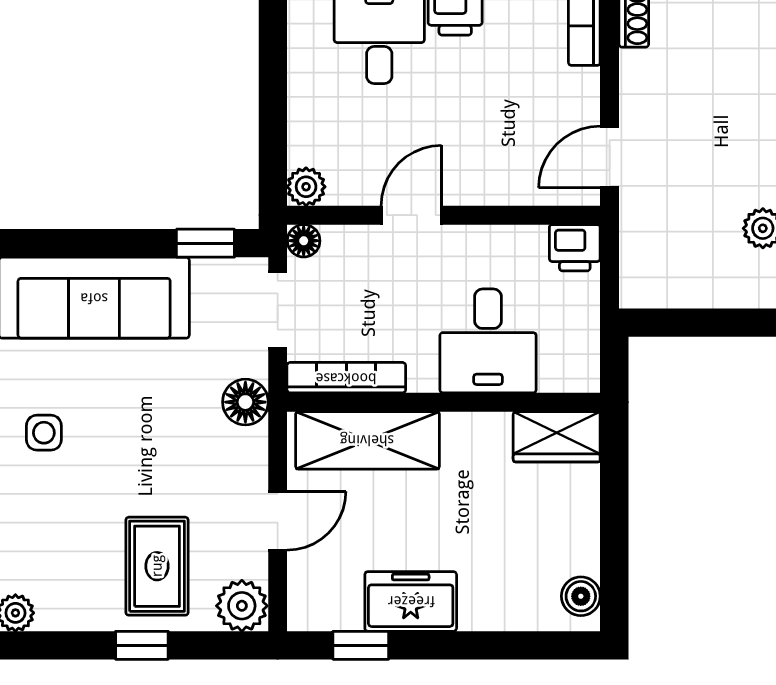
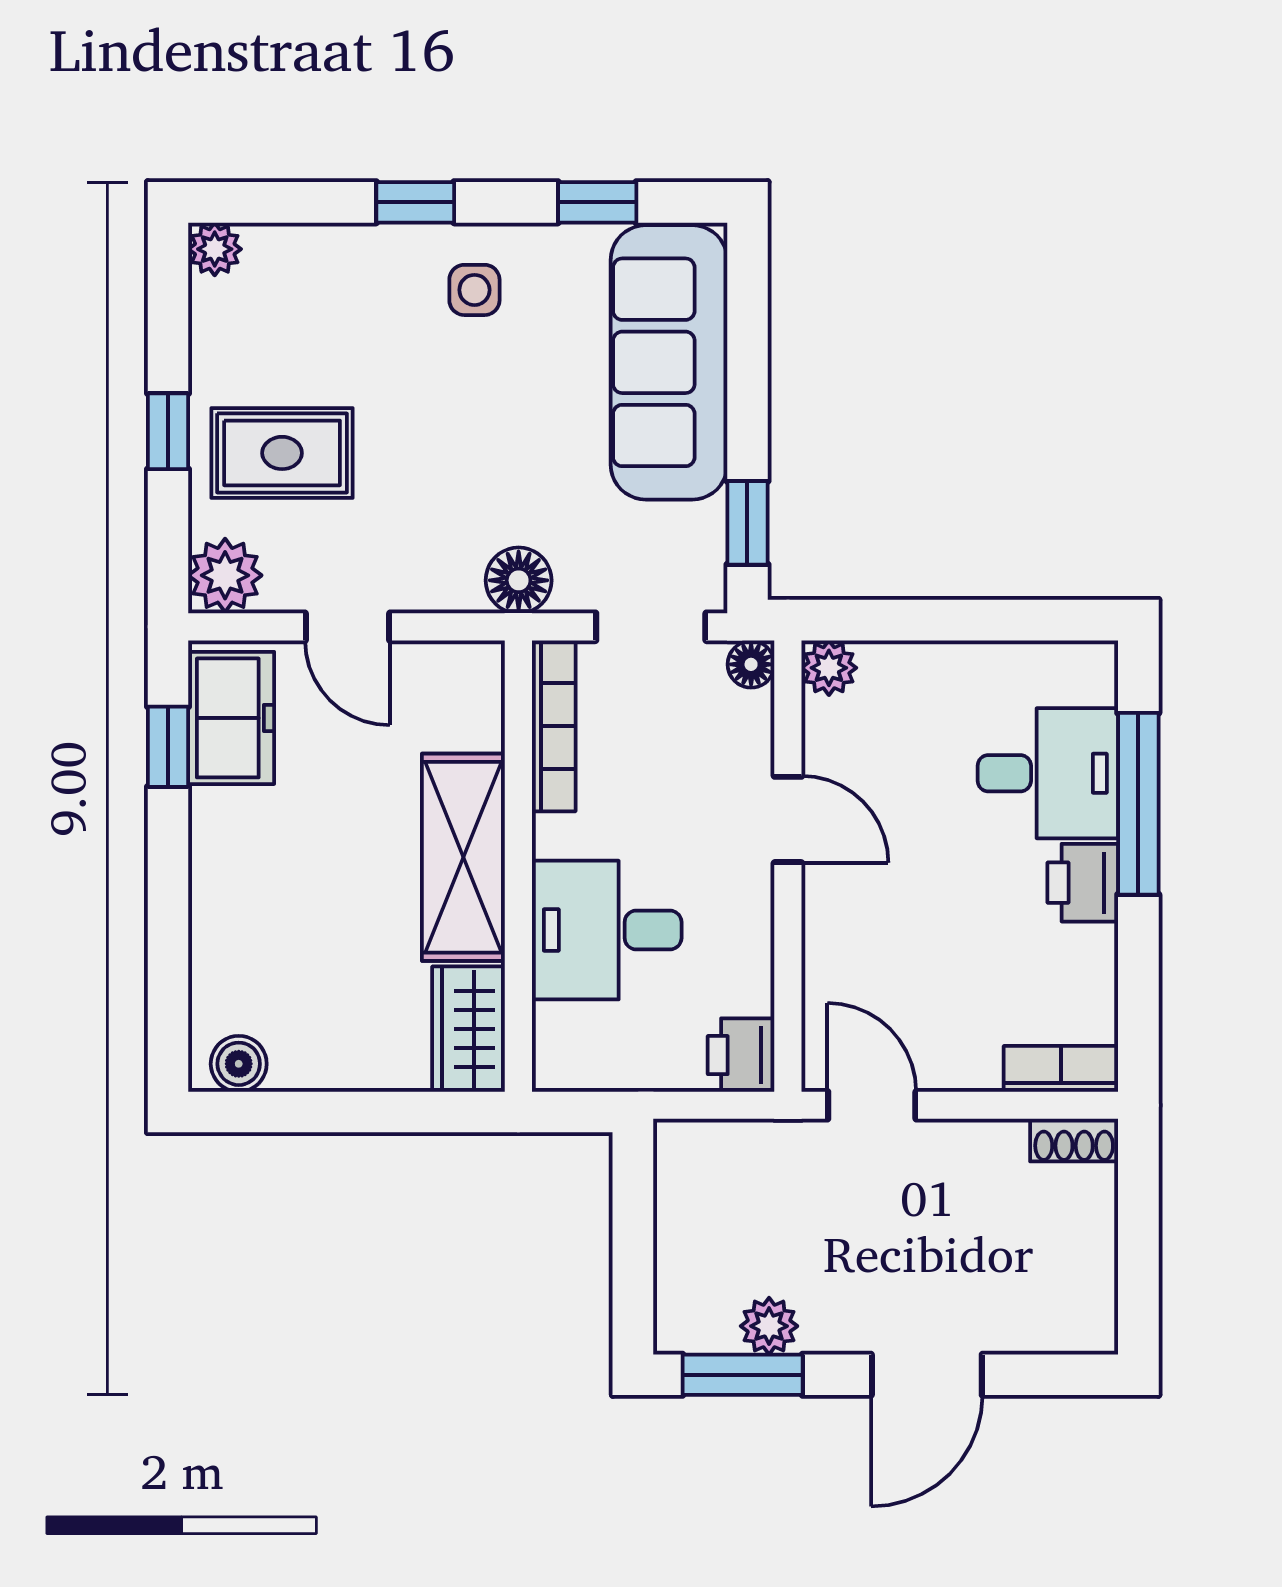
shelving: (367, 440) -> (463, 857), moved
freezer: (411, 601) -> (231, 718), moved

